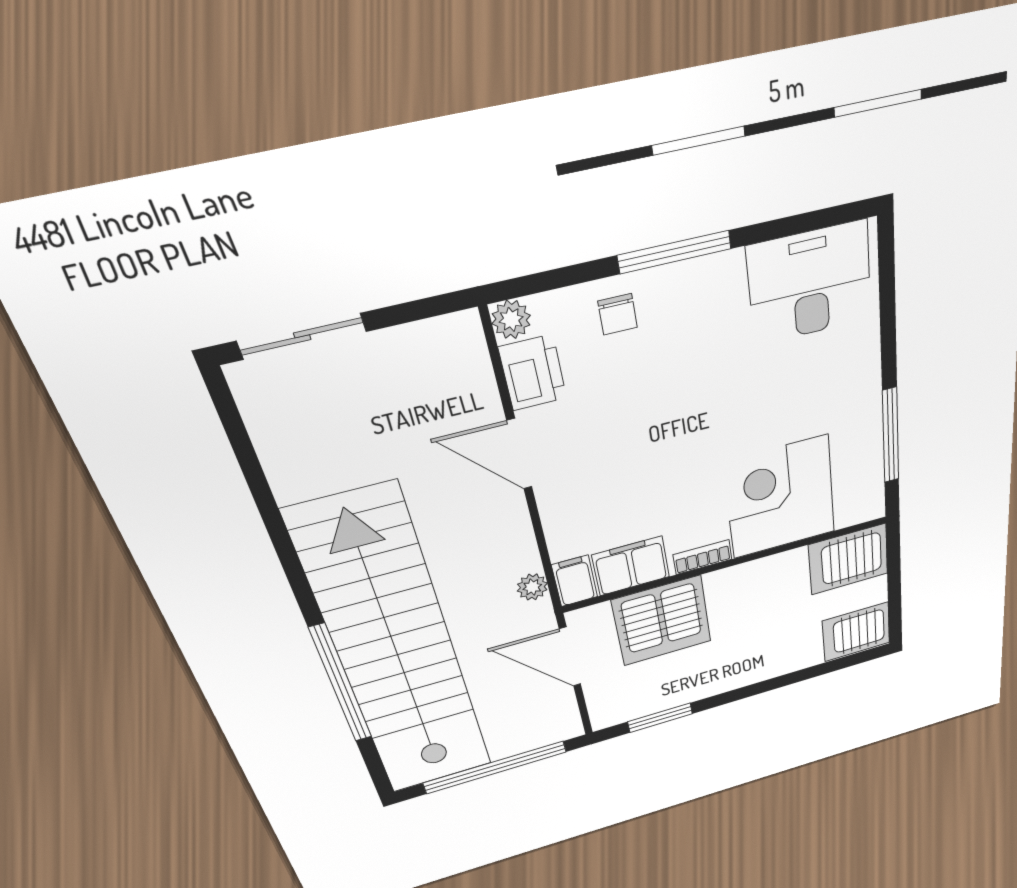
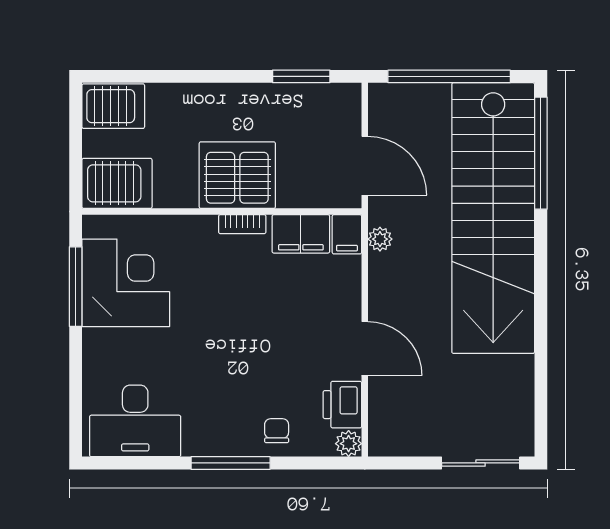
corner desk: (780, 497) -> (126, 283), moved, turned -90
server rack: (662, 621) -> (237, 175), moved
window: (341, 684) -> (541, 153), moved

